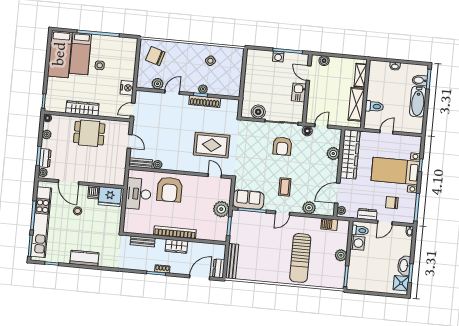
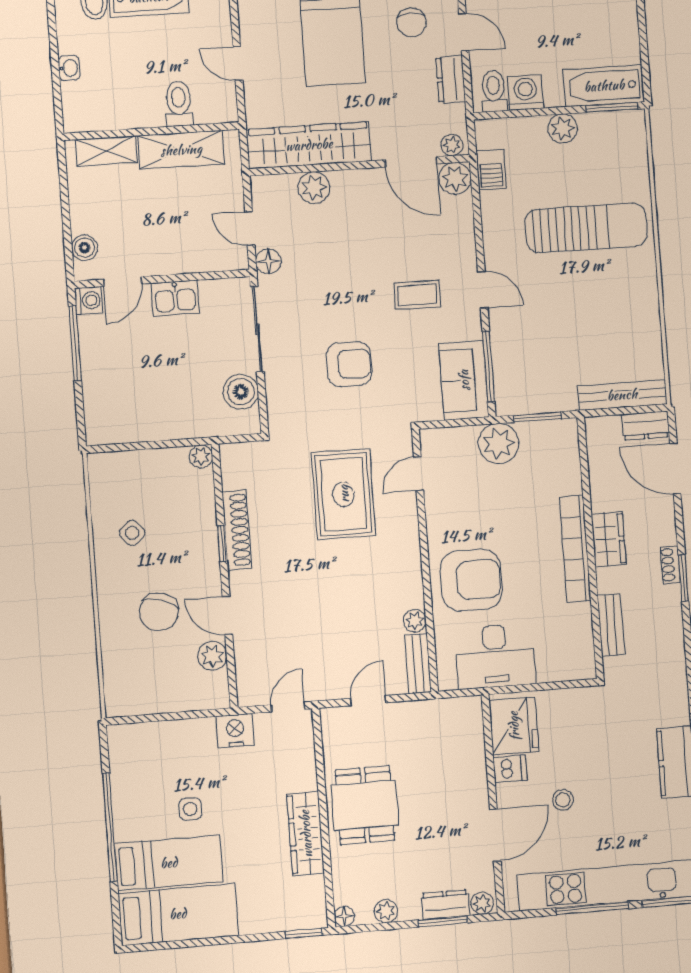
chair: (155, 56) -> (159, 612), moved
washing machine: (278, 57) -> (89, 300), moved
plant: (203, 89) -> (201, 456), moved
door: (133, 110) -> (288, 707), swing flipped
armchair: (282, 146) -> (349, 364), moved
plant: (309, 208) -> (455, 178), moved
bathtub: (355, 274) -> (604, 86), added

